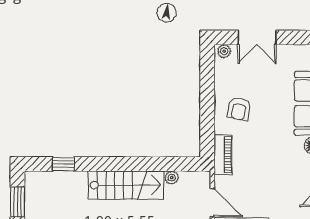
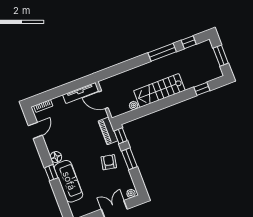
window: (207, 102) -> (129, 159), added
window: (207, 141) -> (121, 136), added

